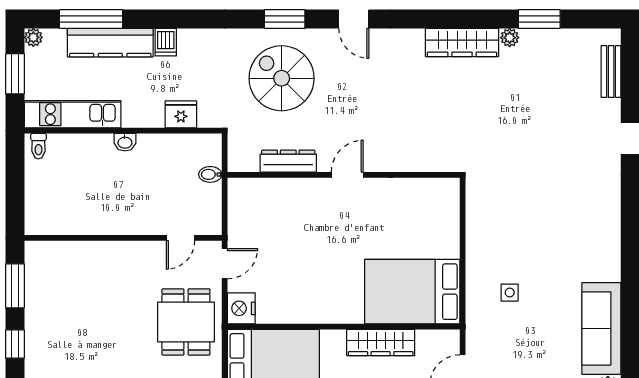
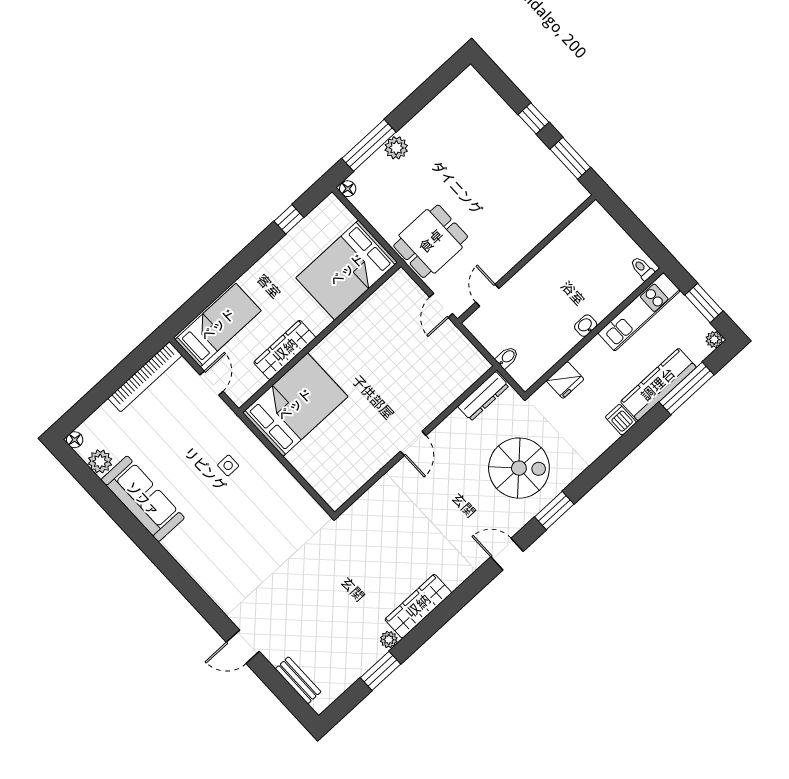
dresser: (288, 161) -> (483, 396), moved
nightstand: (241, 308) -> (401, 285), removed
dining table: (186, 322) -> (431, 241), turned 90

